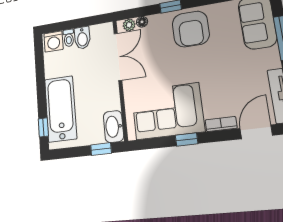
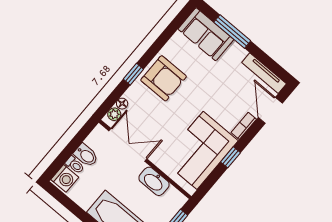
washbasin: (113, 127) -> (154, 181), moved

